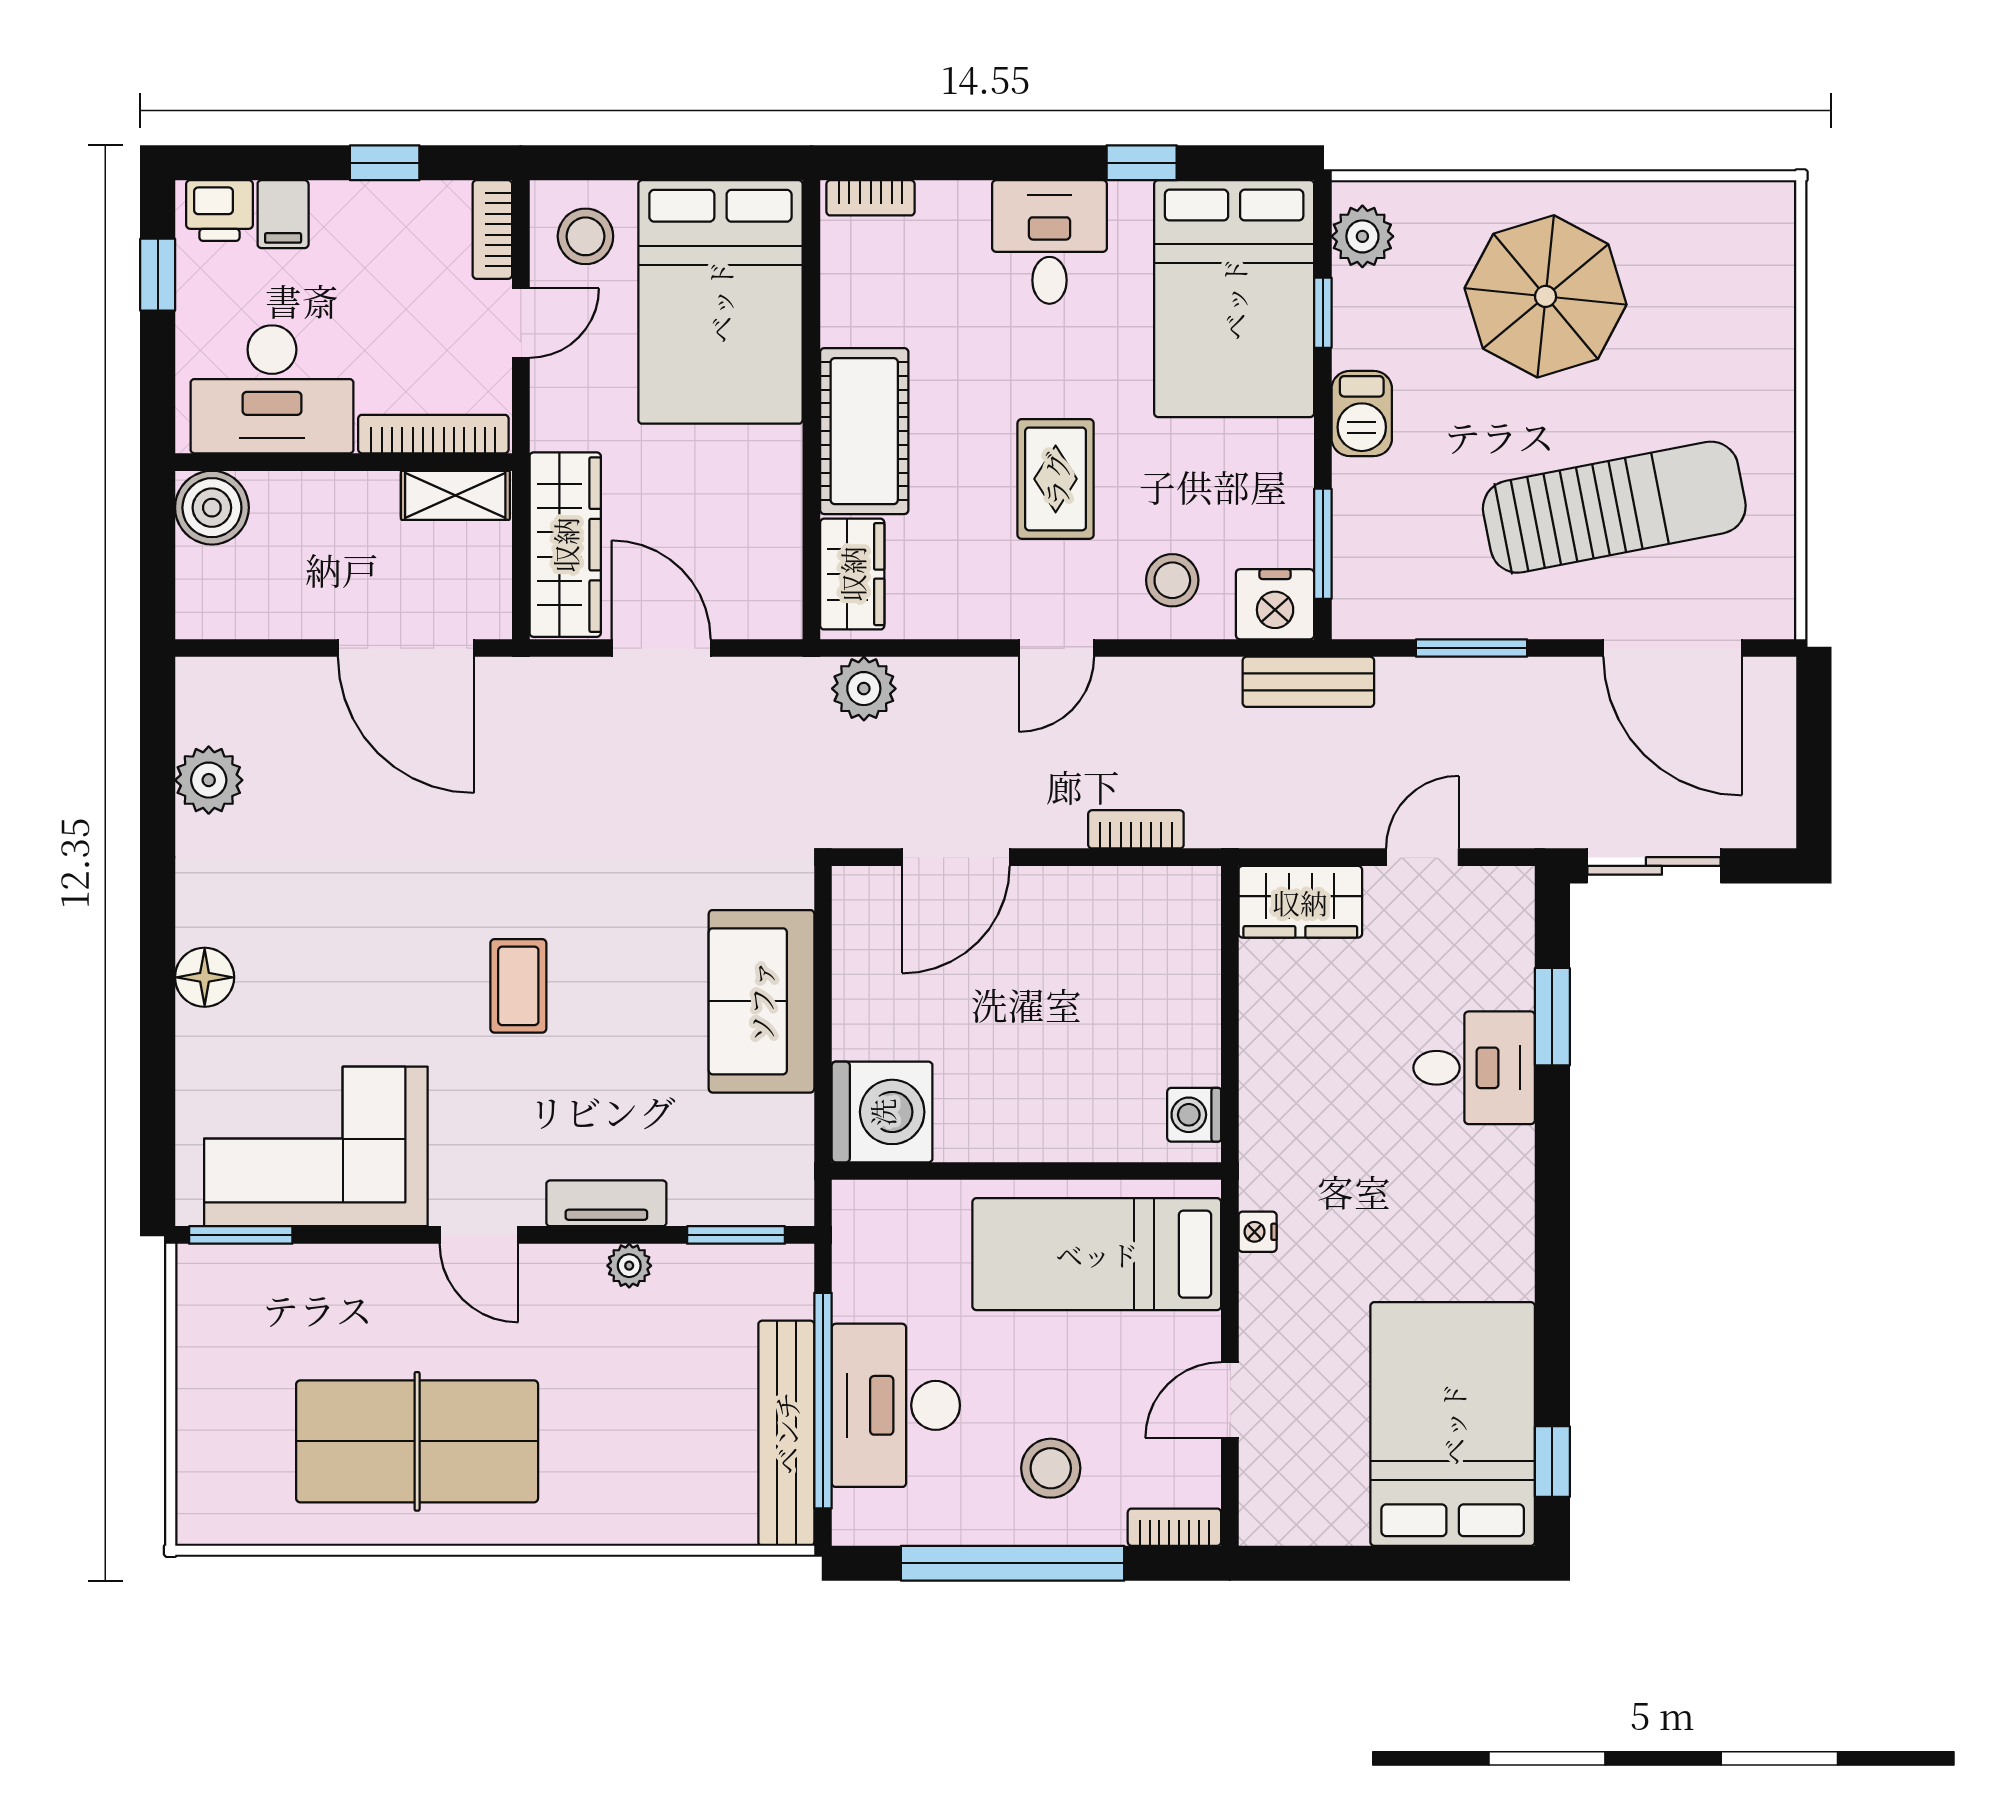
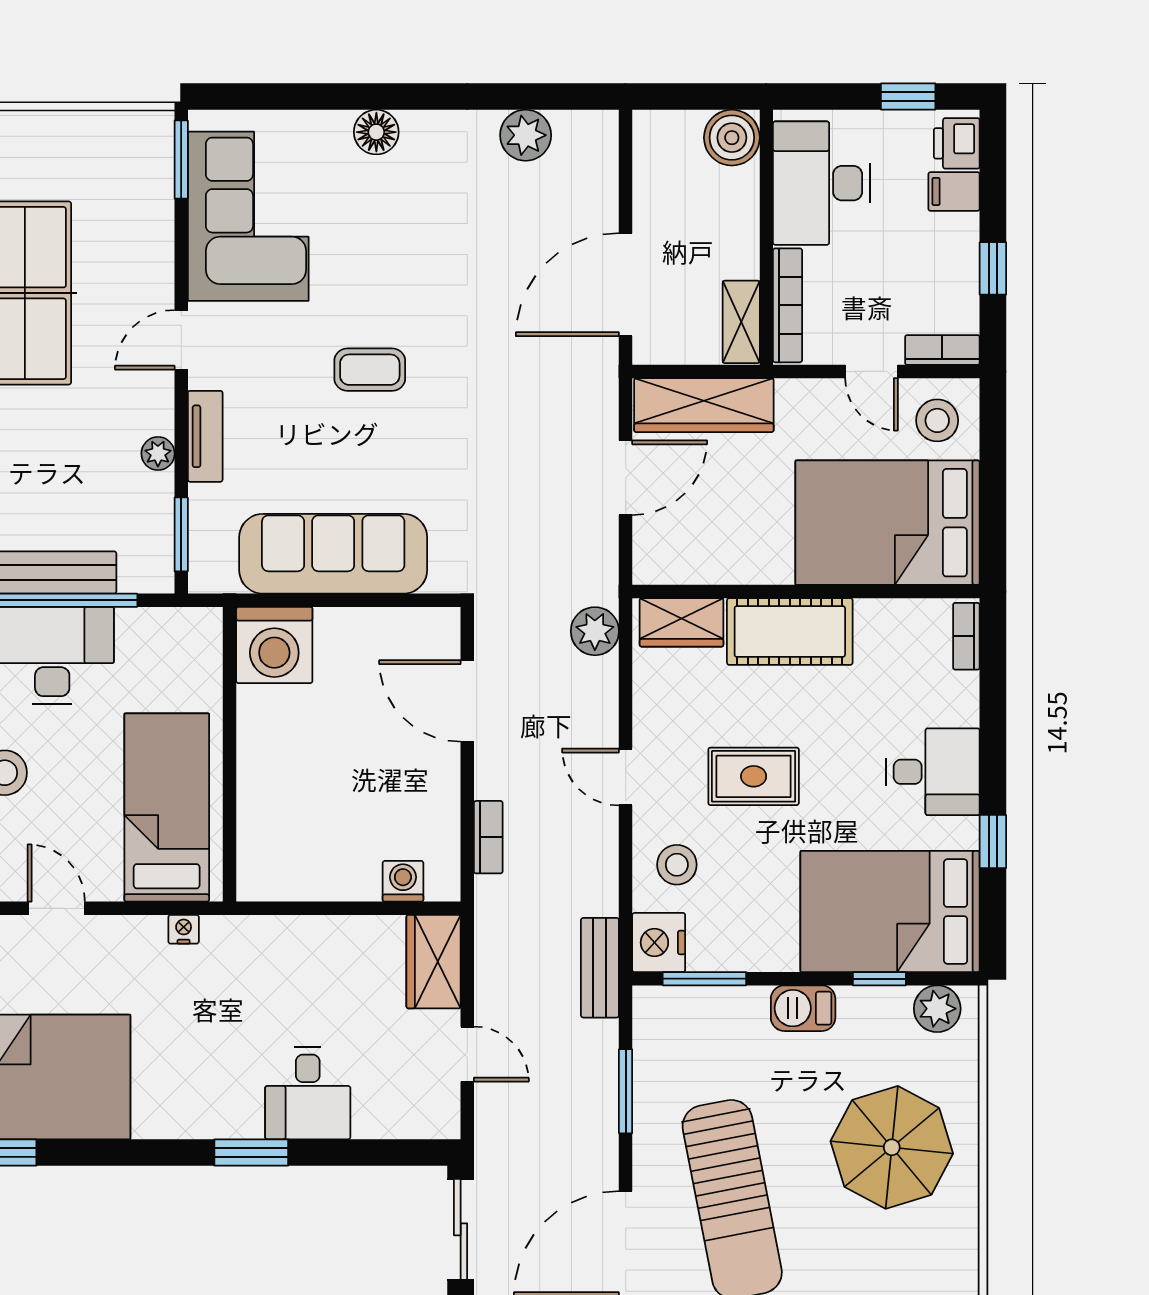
sofa: (761, 1001) -> (333, 554), width x1.36
window: (1552, 1017) -> (251, 1152), moved
washing machine: (1194, 1115) -> (403, 881), moved

